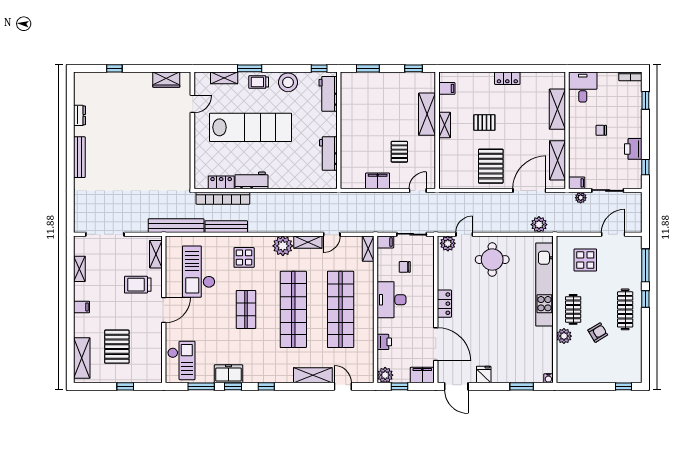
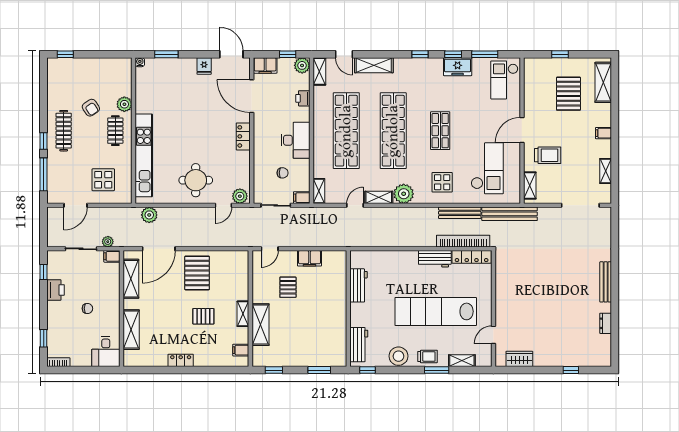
locker: (221, 182) -> (472, 257), width x1.53
armchair: (598, 333) -> (91, 108), turned -93
shelving: (368, 369) -> (319, 71), added

